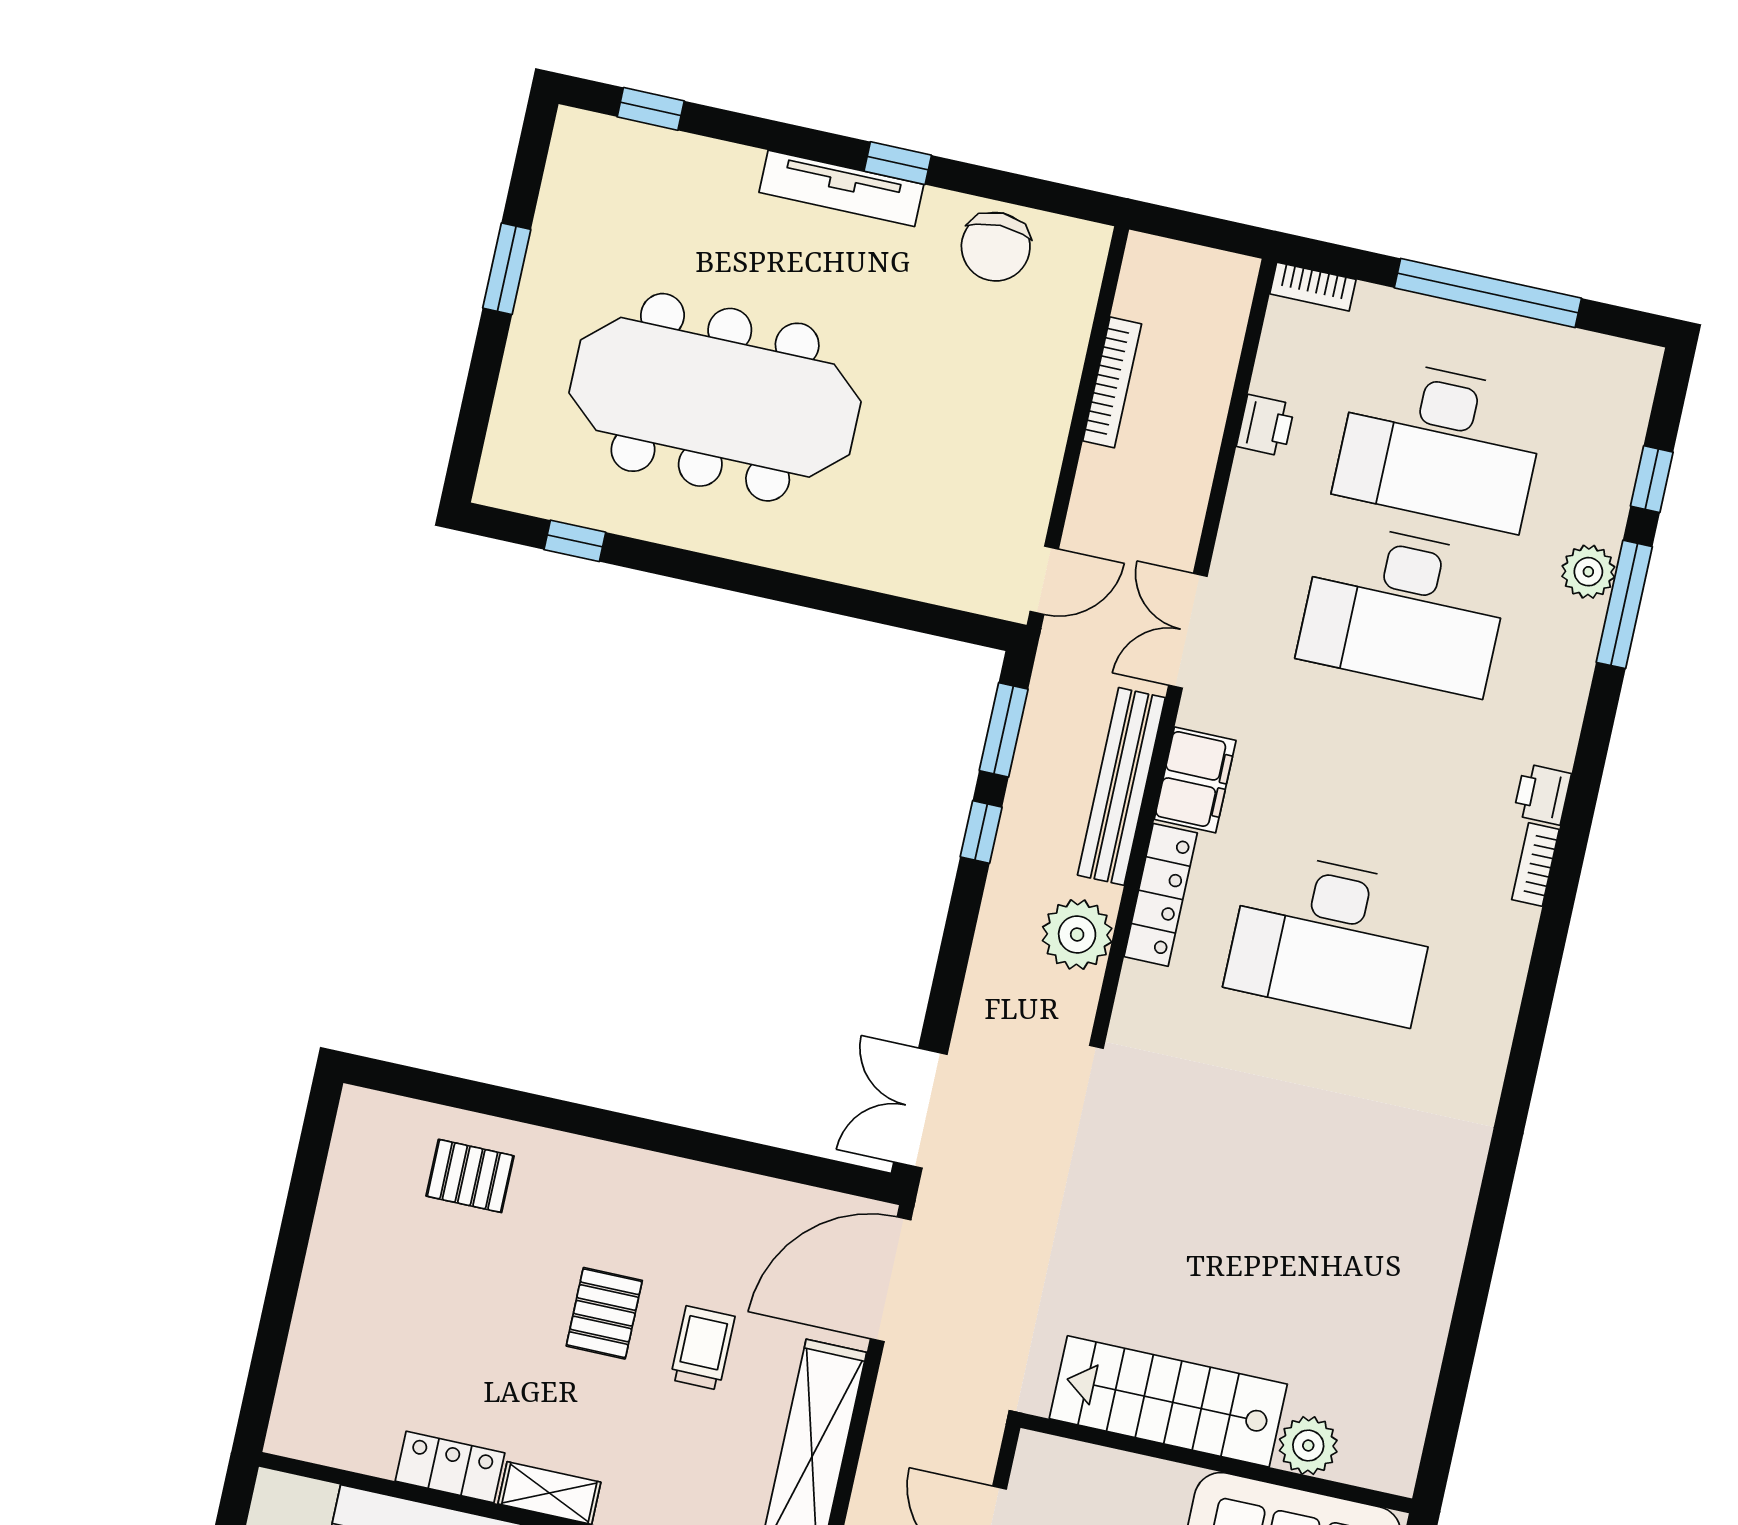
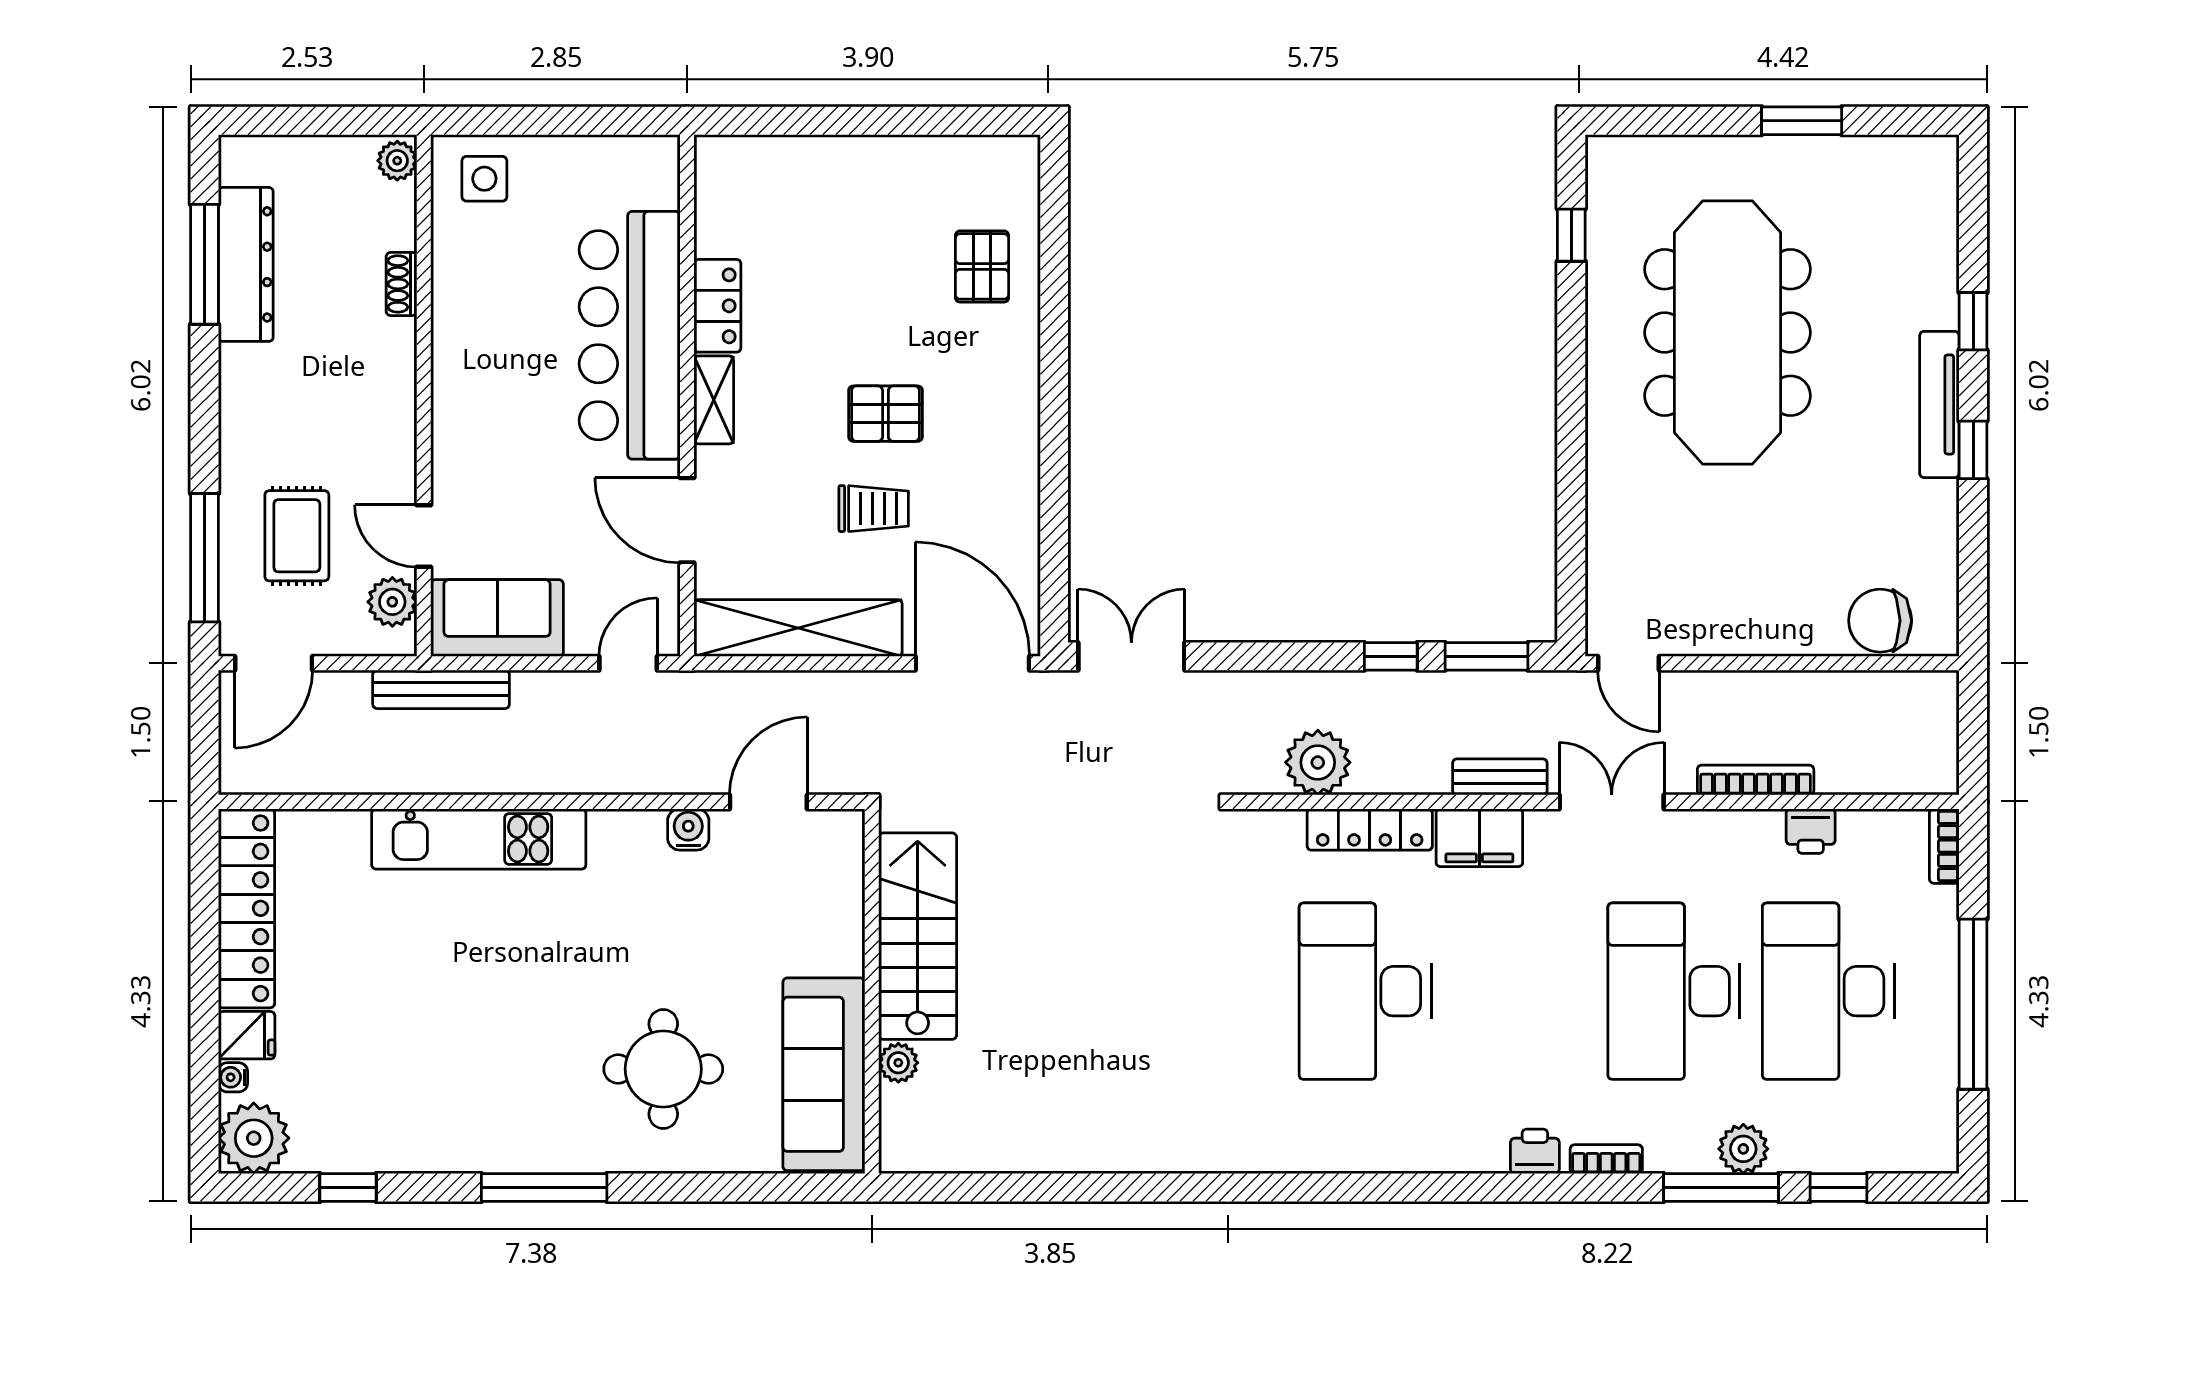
window: (651, 109) -> (1973, 321), moved
chair: (996, 247) -> (1880, 621), moved
bookcase: (1112, 382) -> (1756, 780), moved, turned 180
bench: (1121, 786) -> (1500, 777), width x0.54, depth x0.82
bookcase: (1535, 864) -> (1606, 1159), moved
plant: (1308, 1446) -> (898, 1063), width x0.73, depth x0.73

